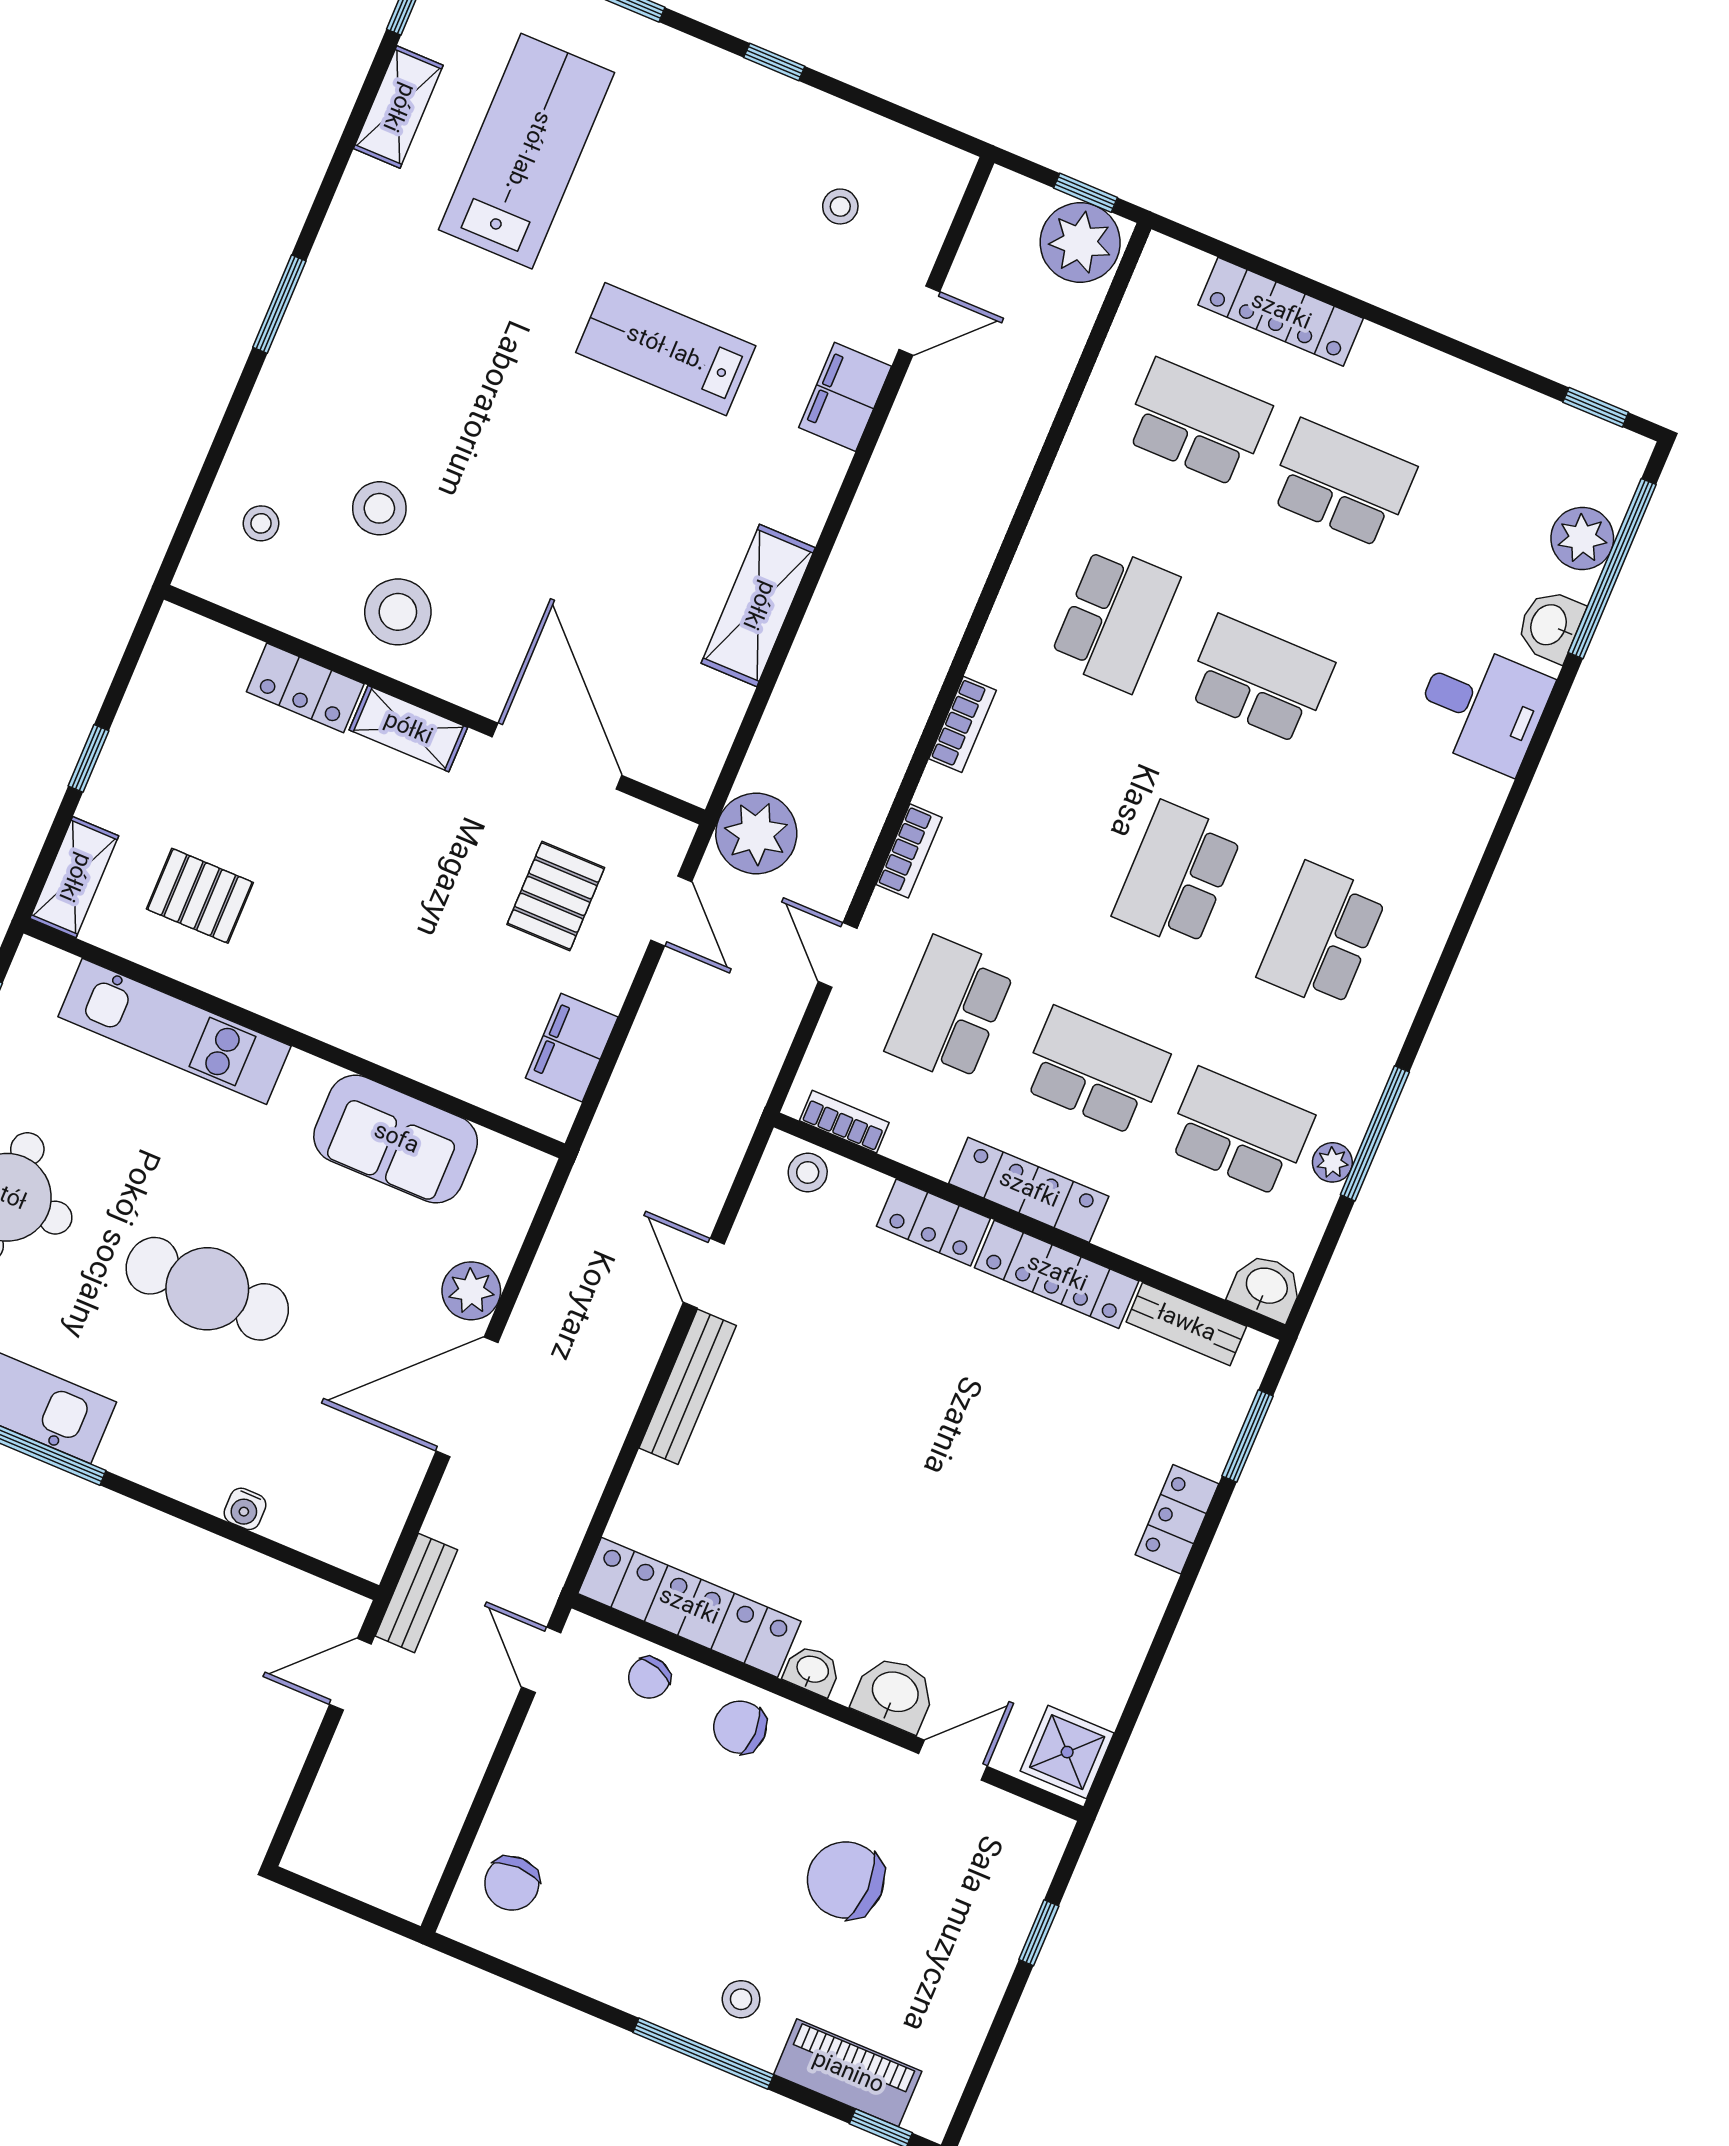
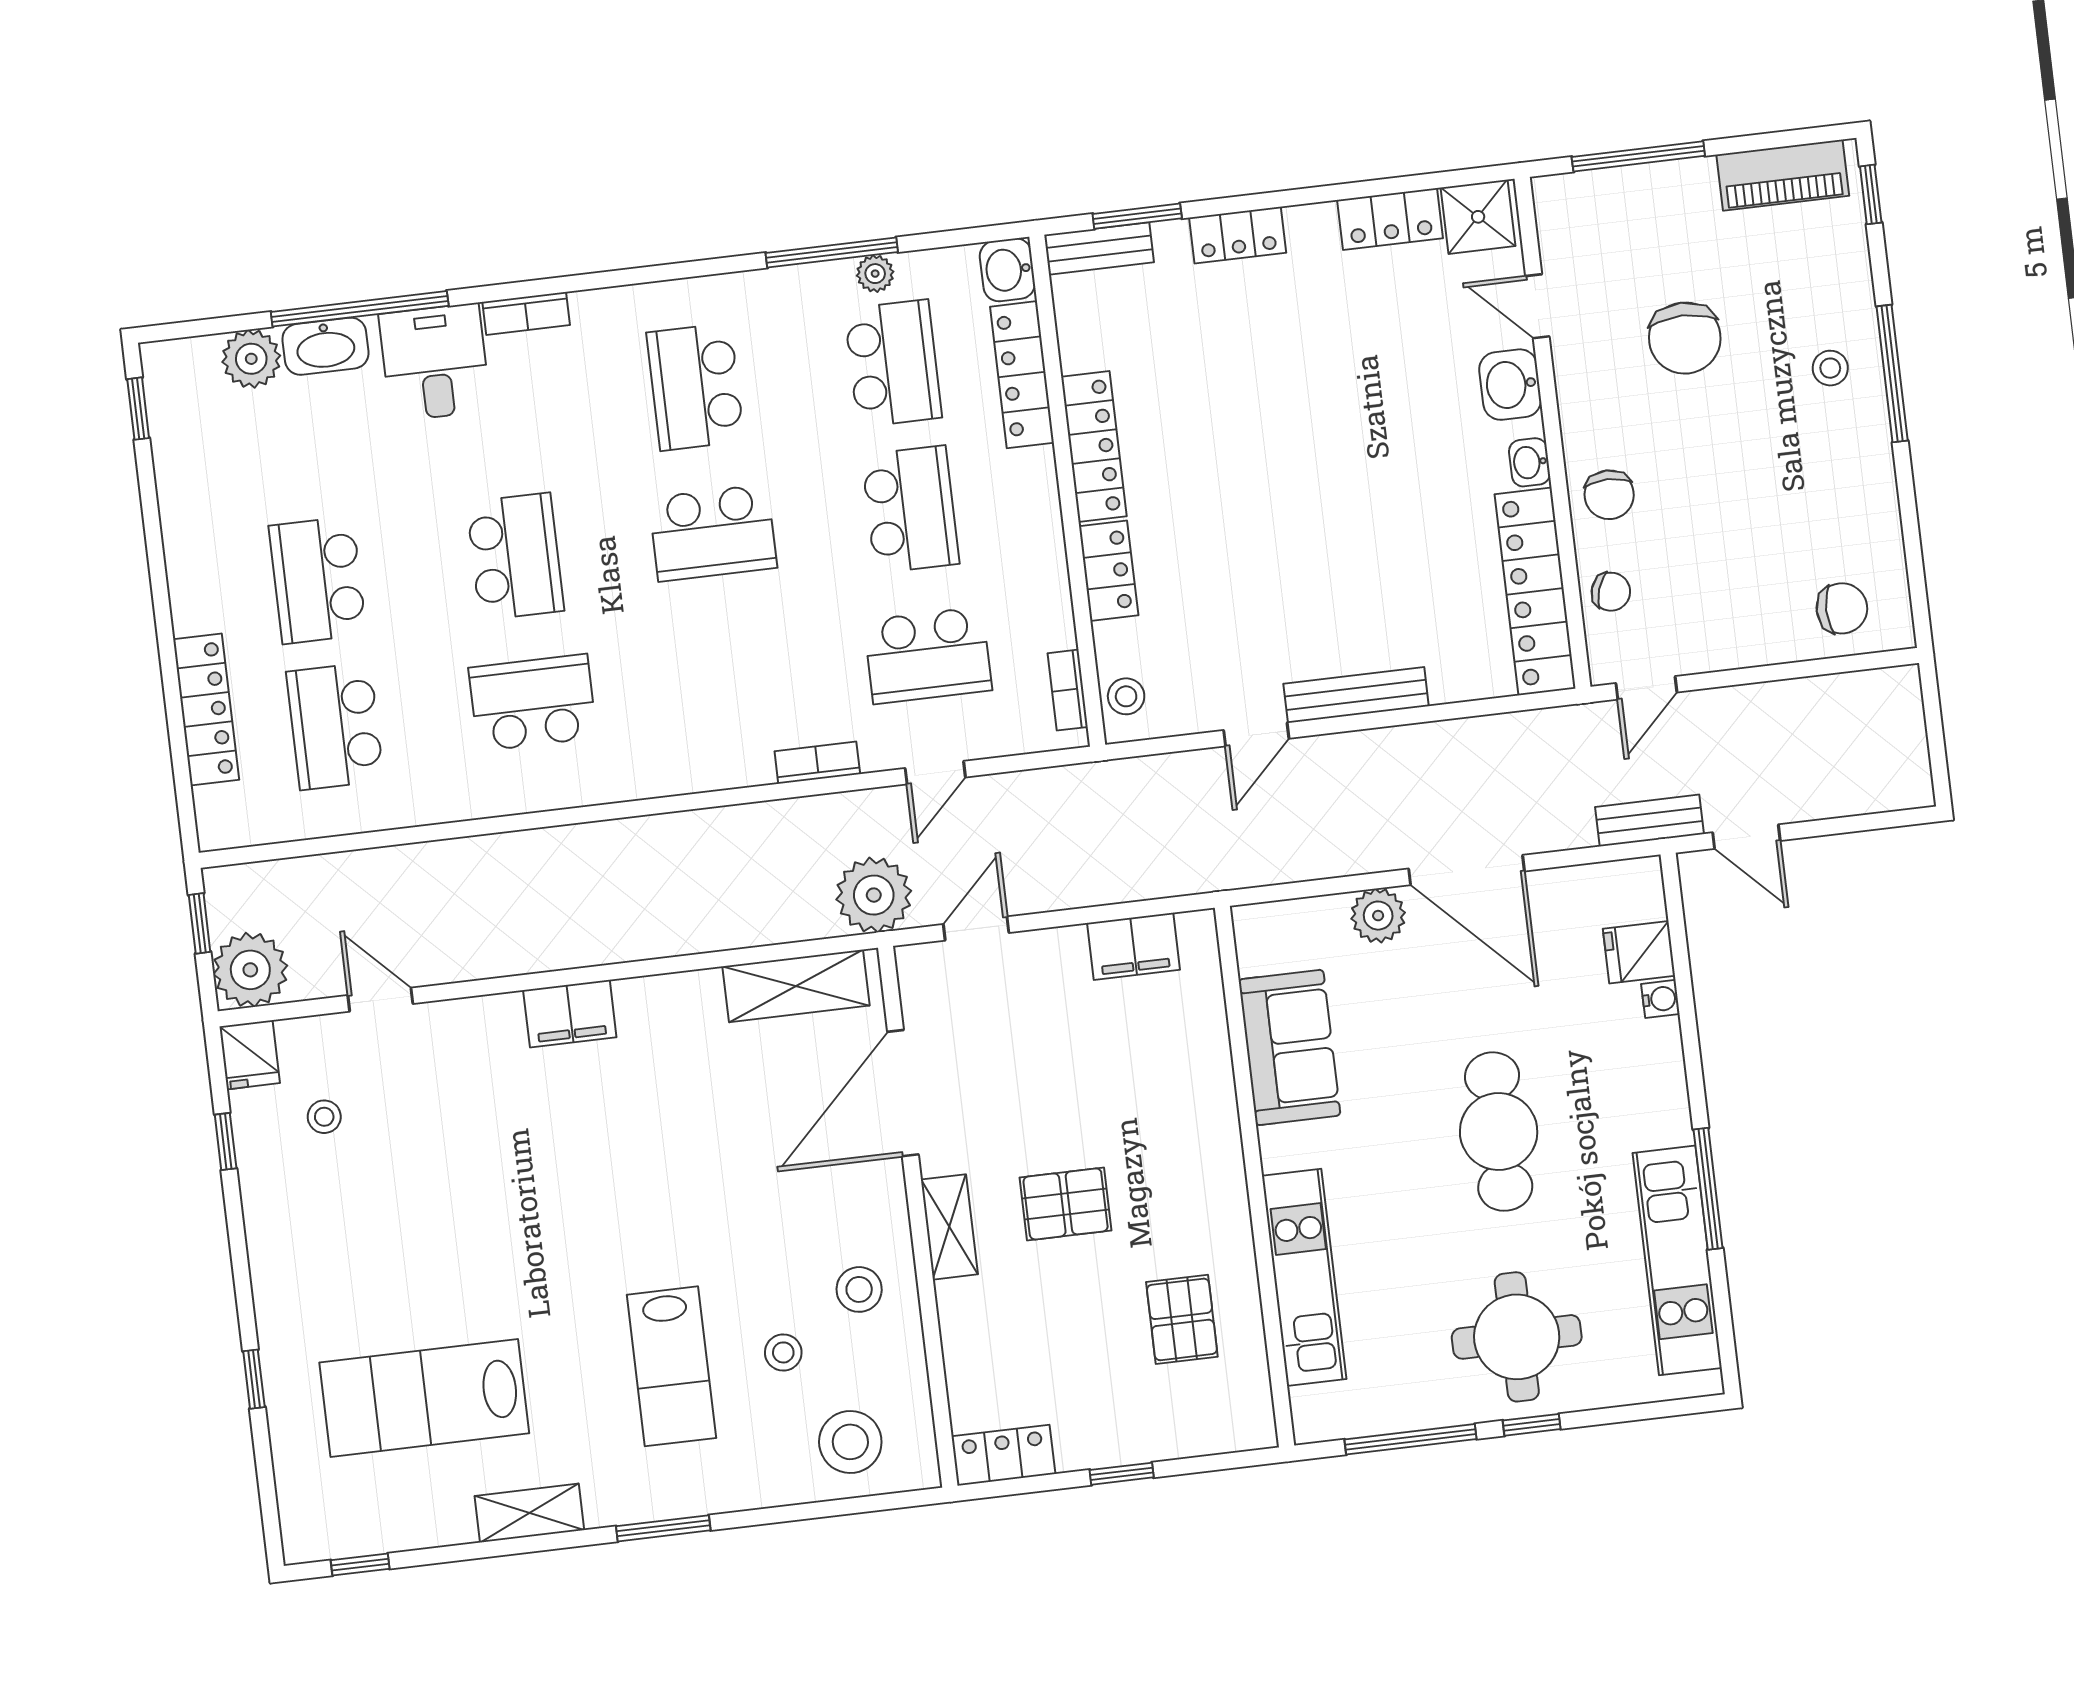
window: (774, 62) -> (226, 1141), moved
shelving: (398, 107) -> (529, 1513), moved
fridge: (937, 170) -> (250, 1055), added
plant: (1080, 242) -> (250, 970), moved
lab bench: (666, 349) -> (671, 1366), moved
filing cabinet: (845, 397) -> (570, 1014), moved
stool: (379, 508) -> (783, 1352), width x0.73, depth x0.73
stool: (261, 523) -> (850, 1442), width x1.89, depth x1.89
window: (1612, 569) -> (360, 309), moved
shelving: (758, 605) -> (796, 986), moved
stool: (398, 612) -> (859, 1289), width x0.73, depth x0.73
washbasin: (1550, 625) -> (325, 346), width x1.38
school desk: (1260, 679) -> (515, 556), turned 180
locker: (305, 688) -> (1003, 1455), moved, turned -90
bookcase: (963, 724) -> (526, 313), moved, turned 180
shelving: (74, 877) -> (1225, 1430), removed
pallet: (556, 896) -> (1066, 1204), moved
school desk: (1322, 936) -> (695, 387), turned 90
school desk: (1095, 1071) -> (910, 509), turned 180
school desk: (1240, 1132) -> (893, 363), turned 180
locker: (1029, 1190) -> (1022, 375), moved
bench: (1186, 1324) -> (1099, 249), moved, turned 90
fridge: (300, 1514) -> (1639, 952), added
locker: (1112, 1669) -> (1390, 219), added
window: (1039, 1933) -> (1638, 156), width x2.17
piano: (848, 2073) -> (1783, 175), moved, turned -90

